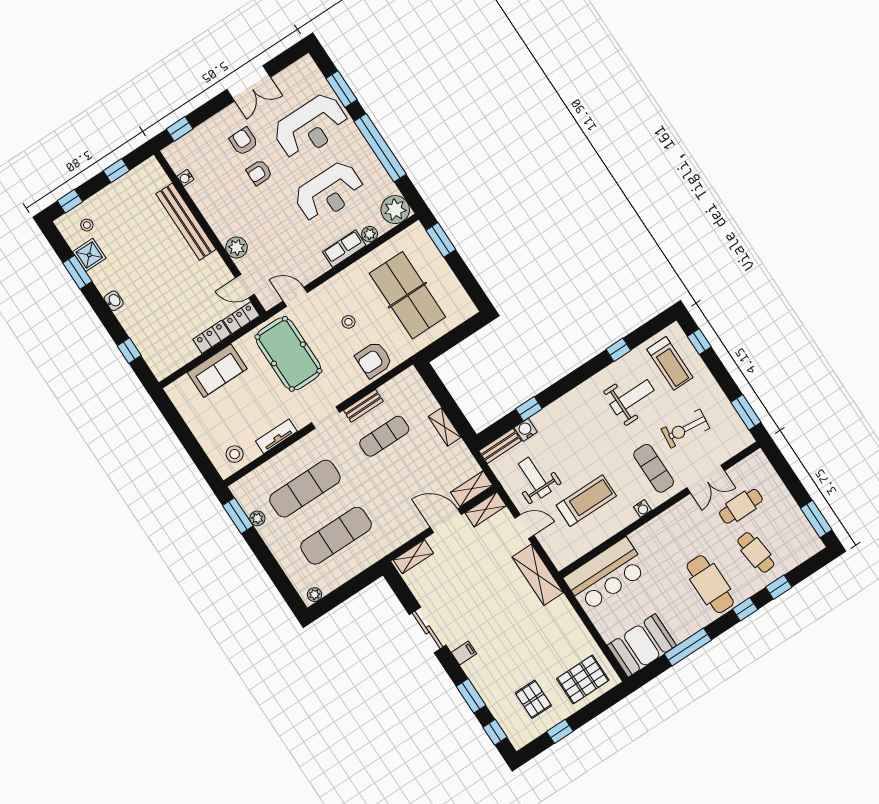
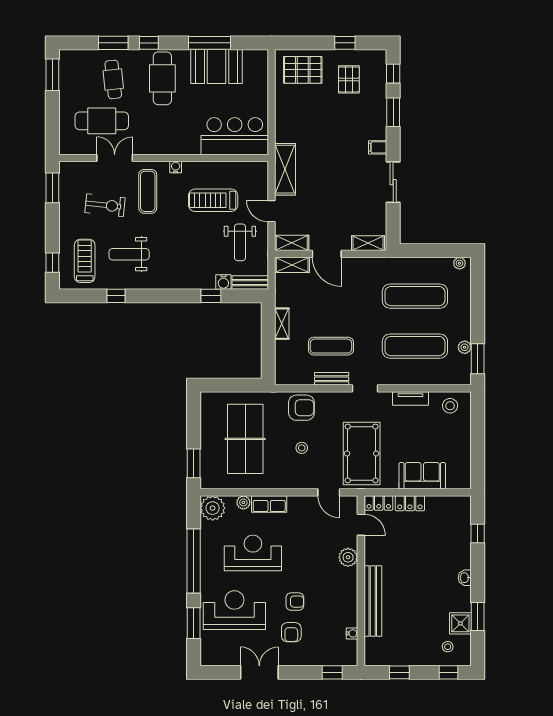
cafe table: (741, 506) -> (102, 121), width x1.37, depth x1.35
window: (779, 587) -> (113, 43), width x1.50
booth: (642, 645) -> (217, 66), moved

